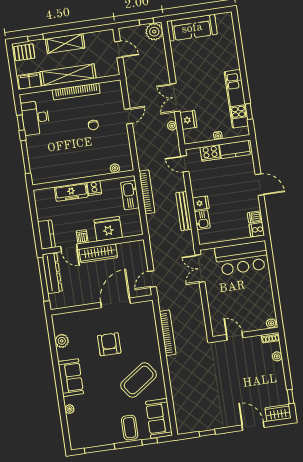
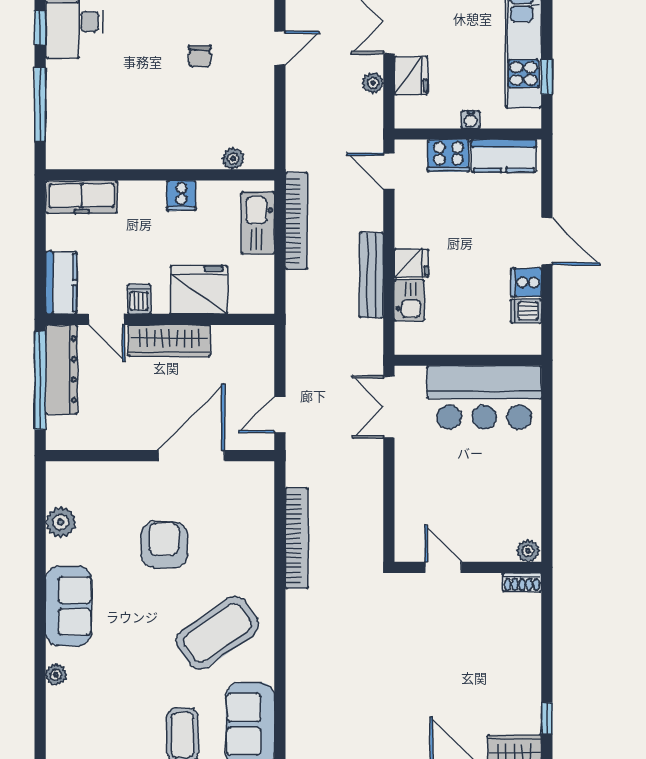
freezer: (71, 192) -> (82, 197), moved
cooker: (257, 230) -> (526, 282), moved
plant: (277, 356) -> (530, 625), removed

